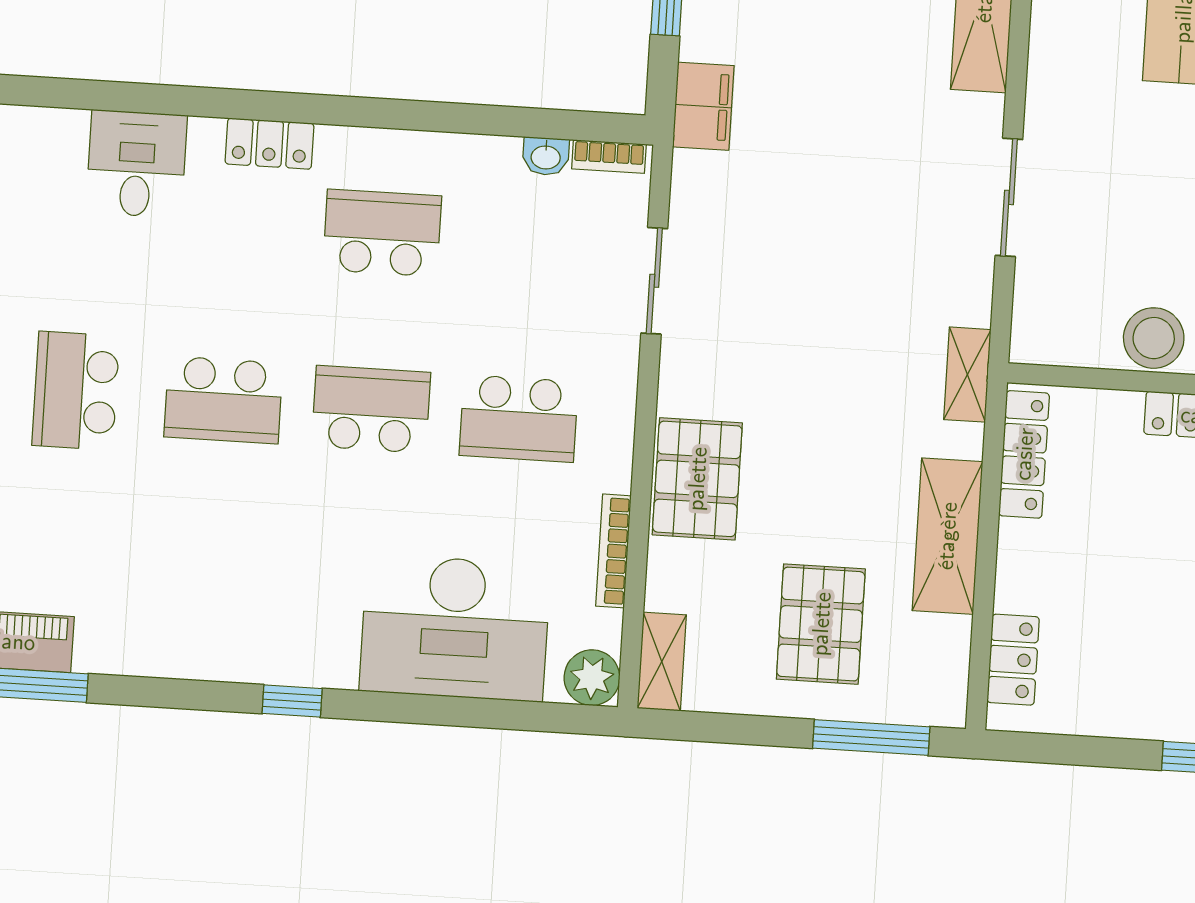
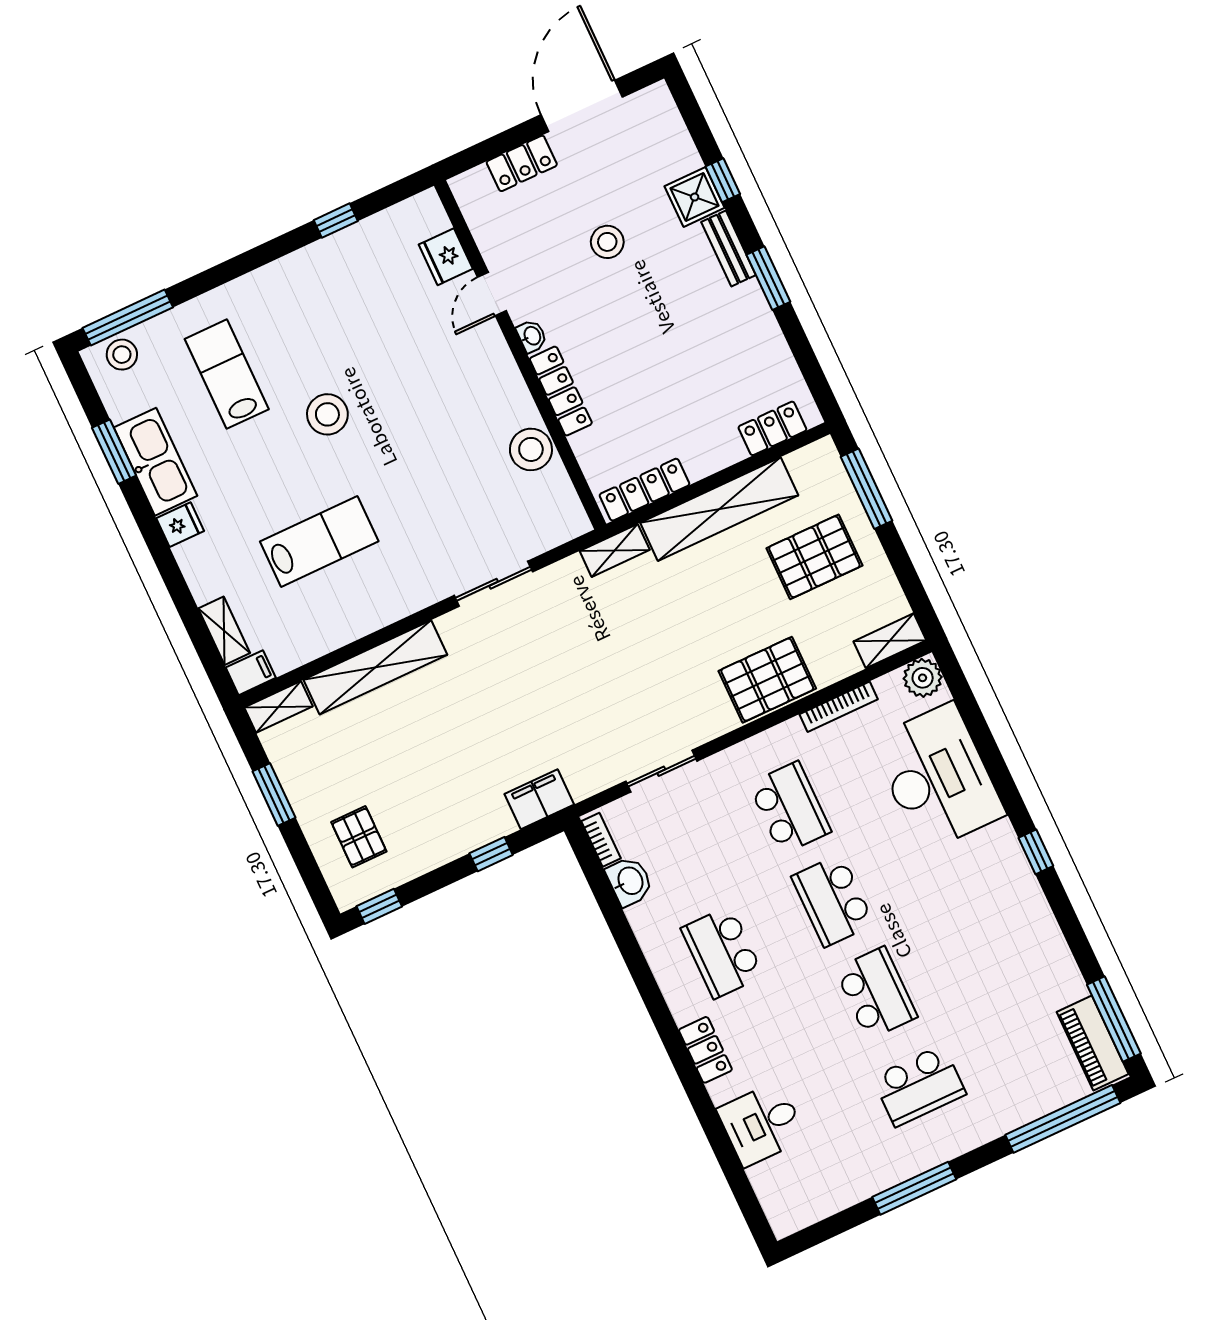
washbasin: (546, 156) -> (629, 881), width x1.38, depth x1.45
shelving: (947, 536) -> (719, 509), width x1.47

